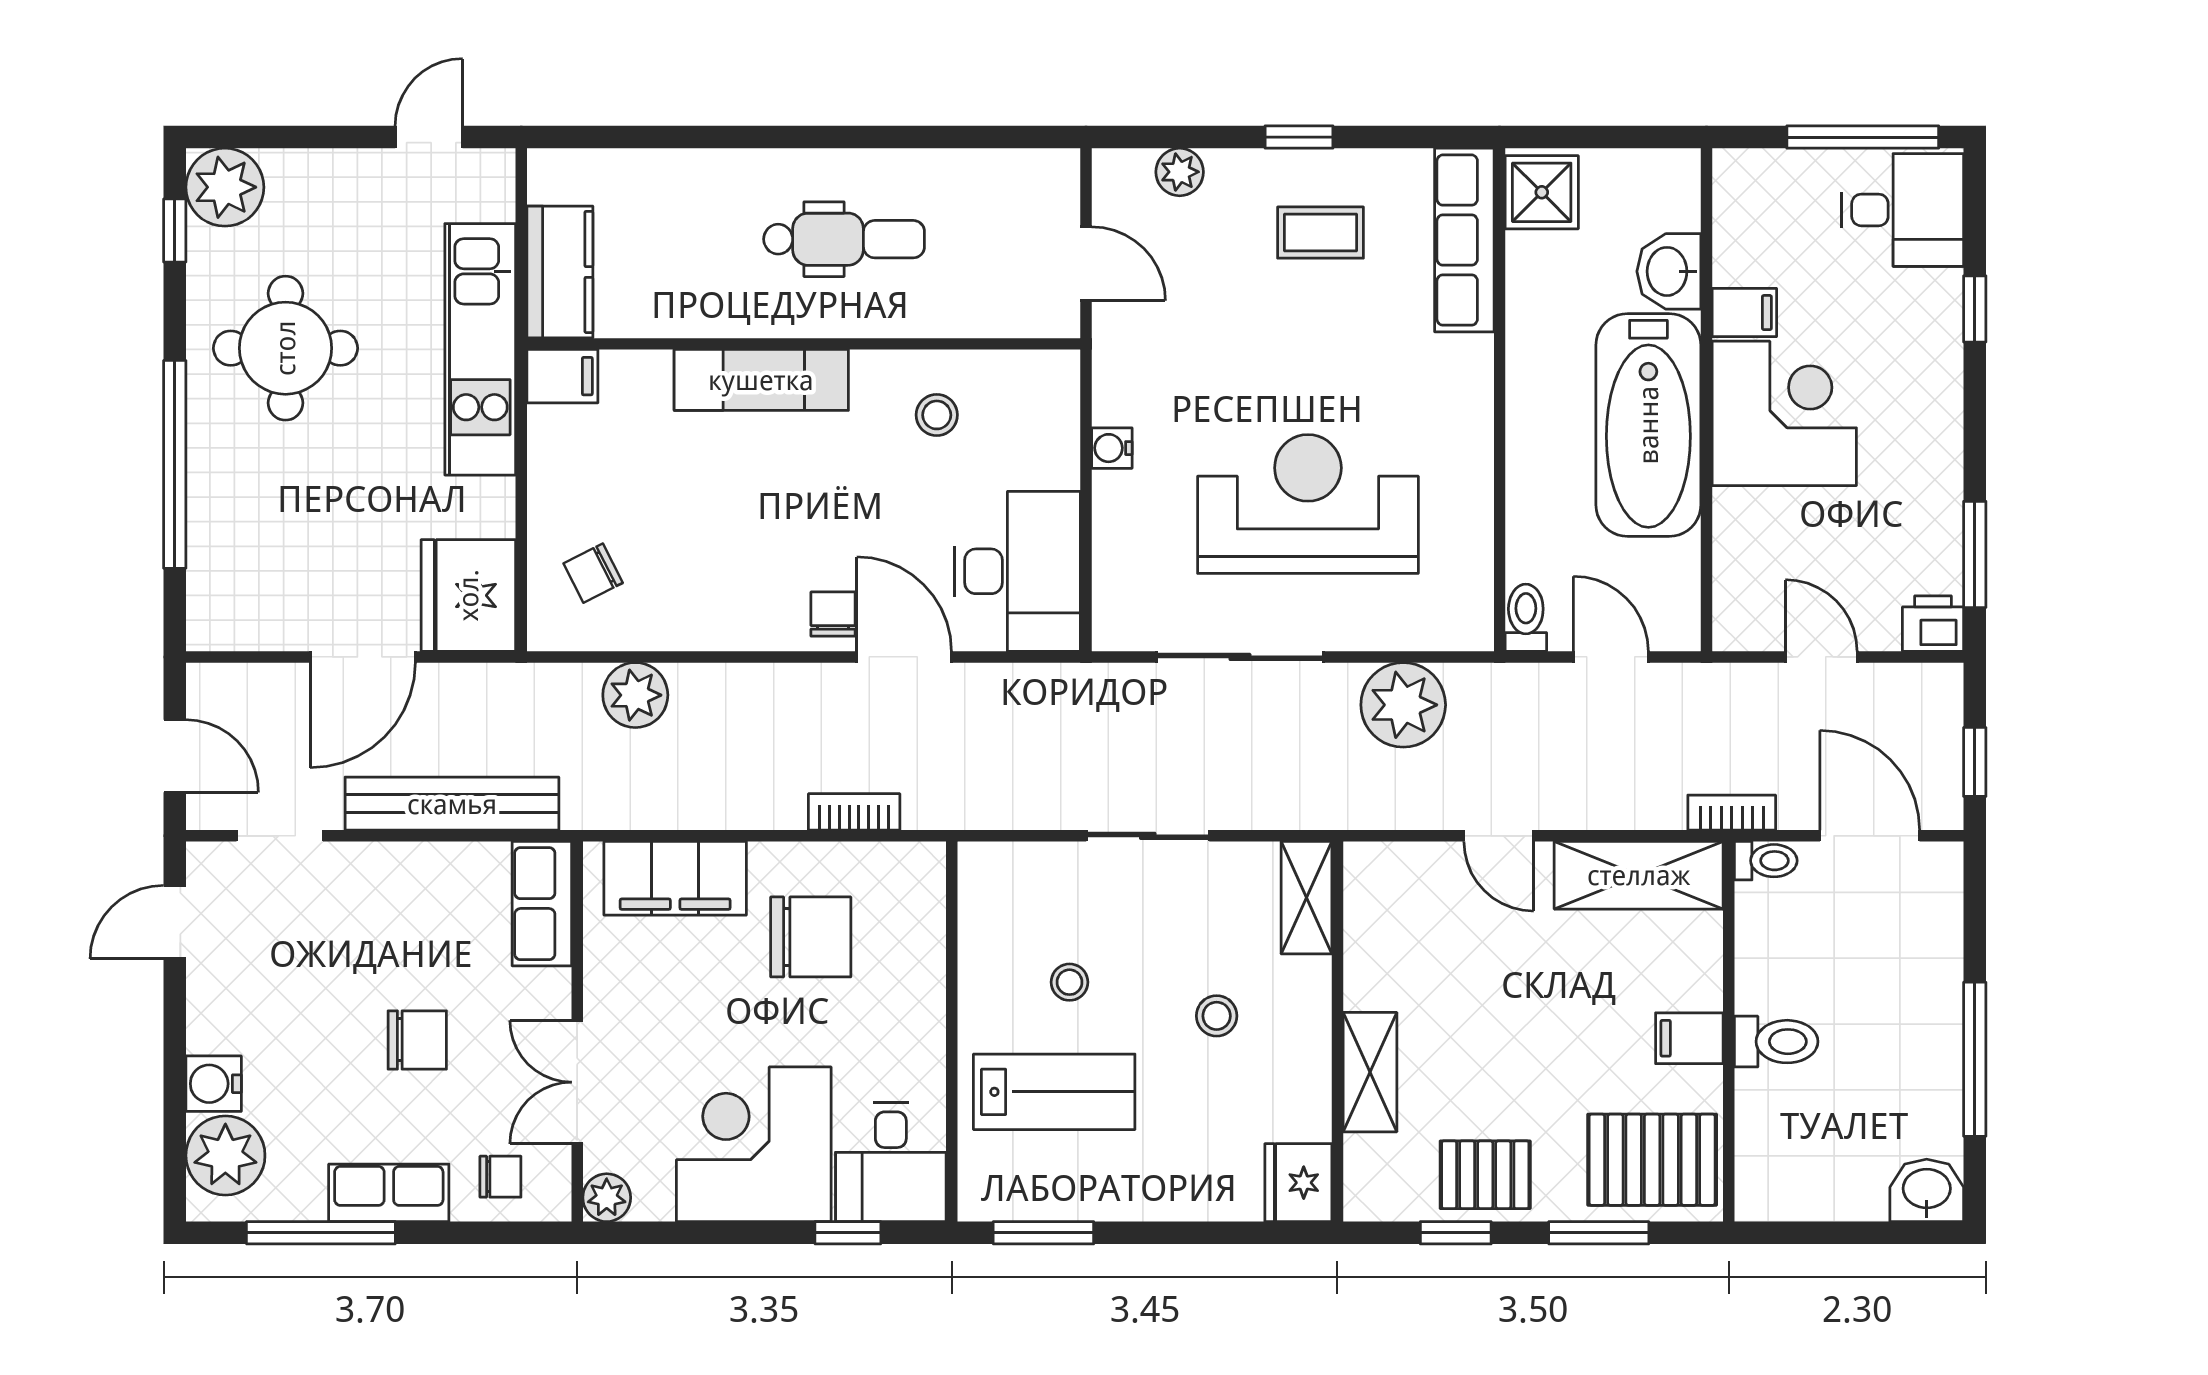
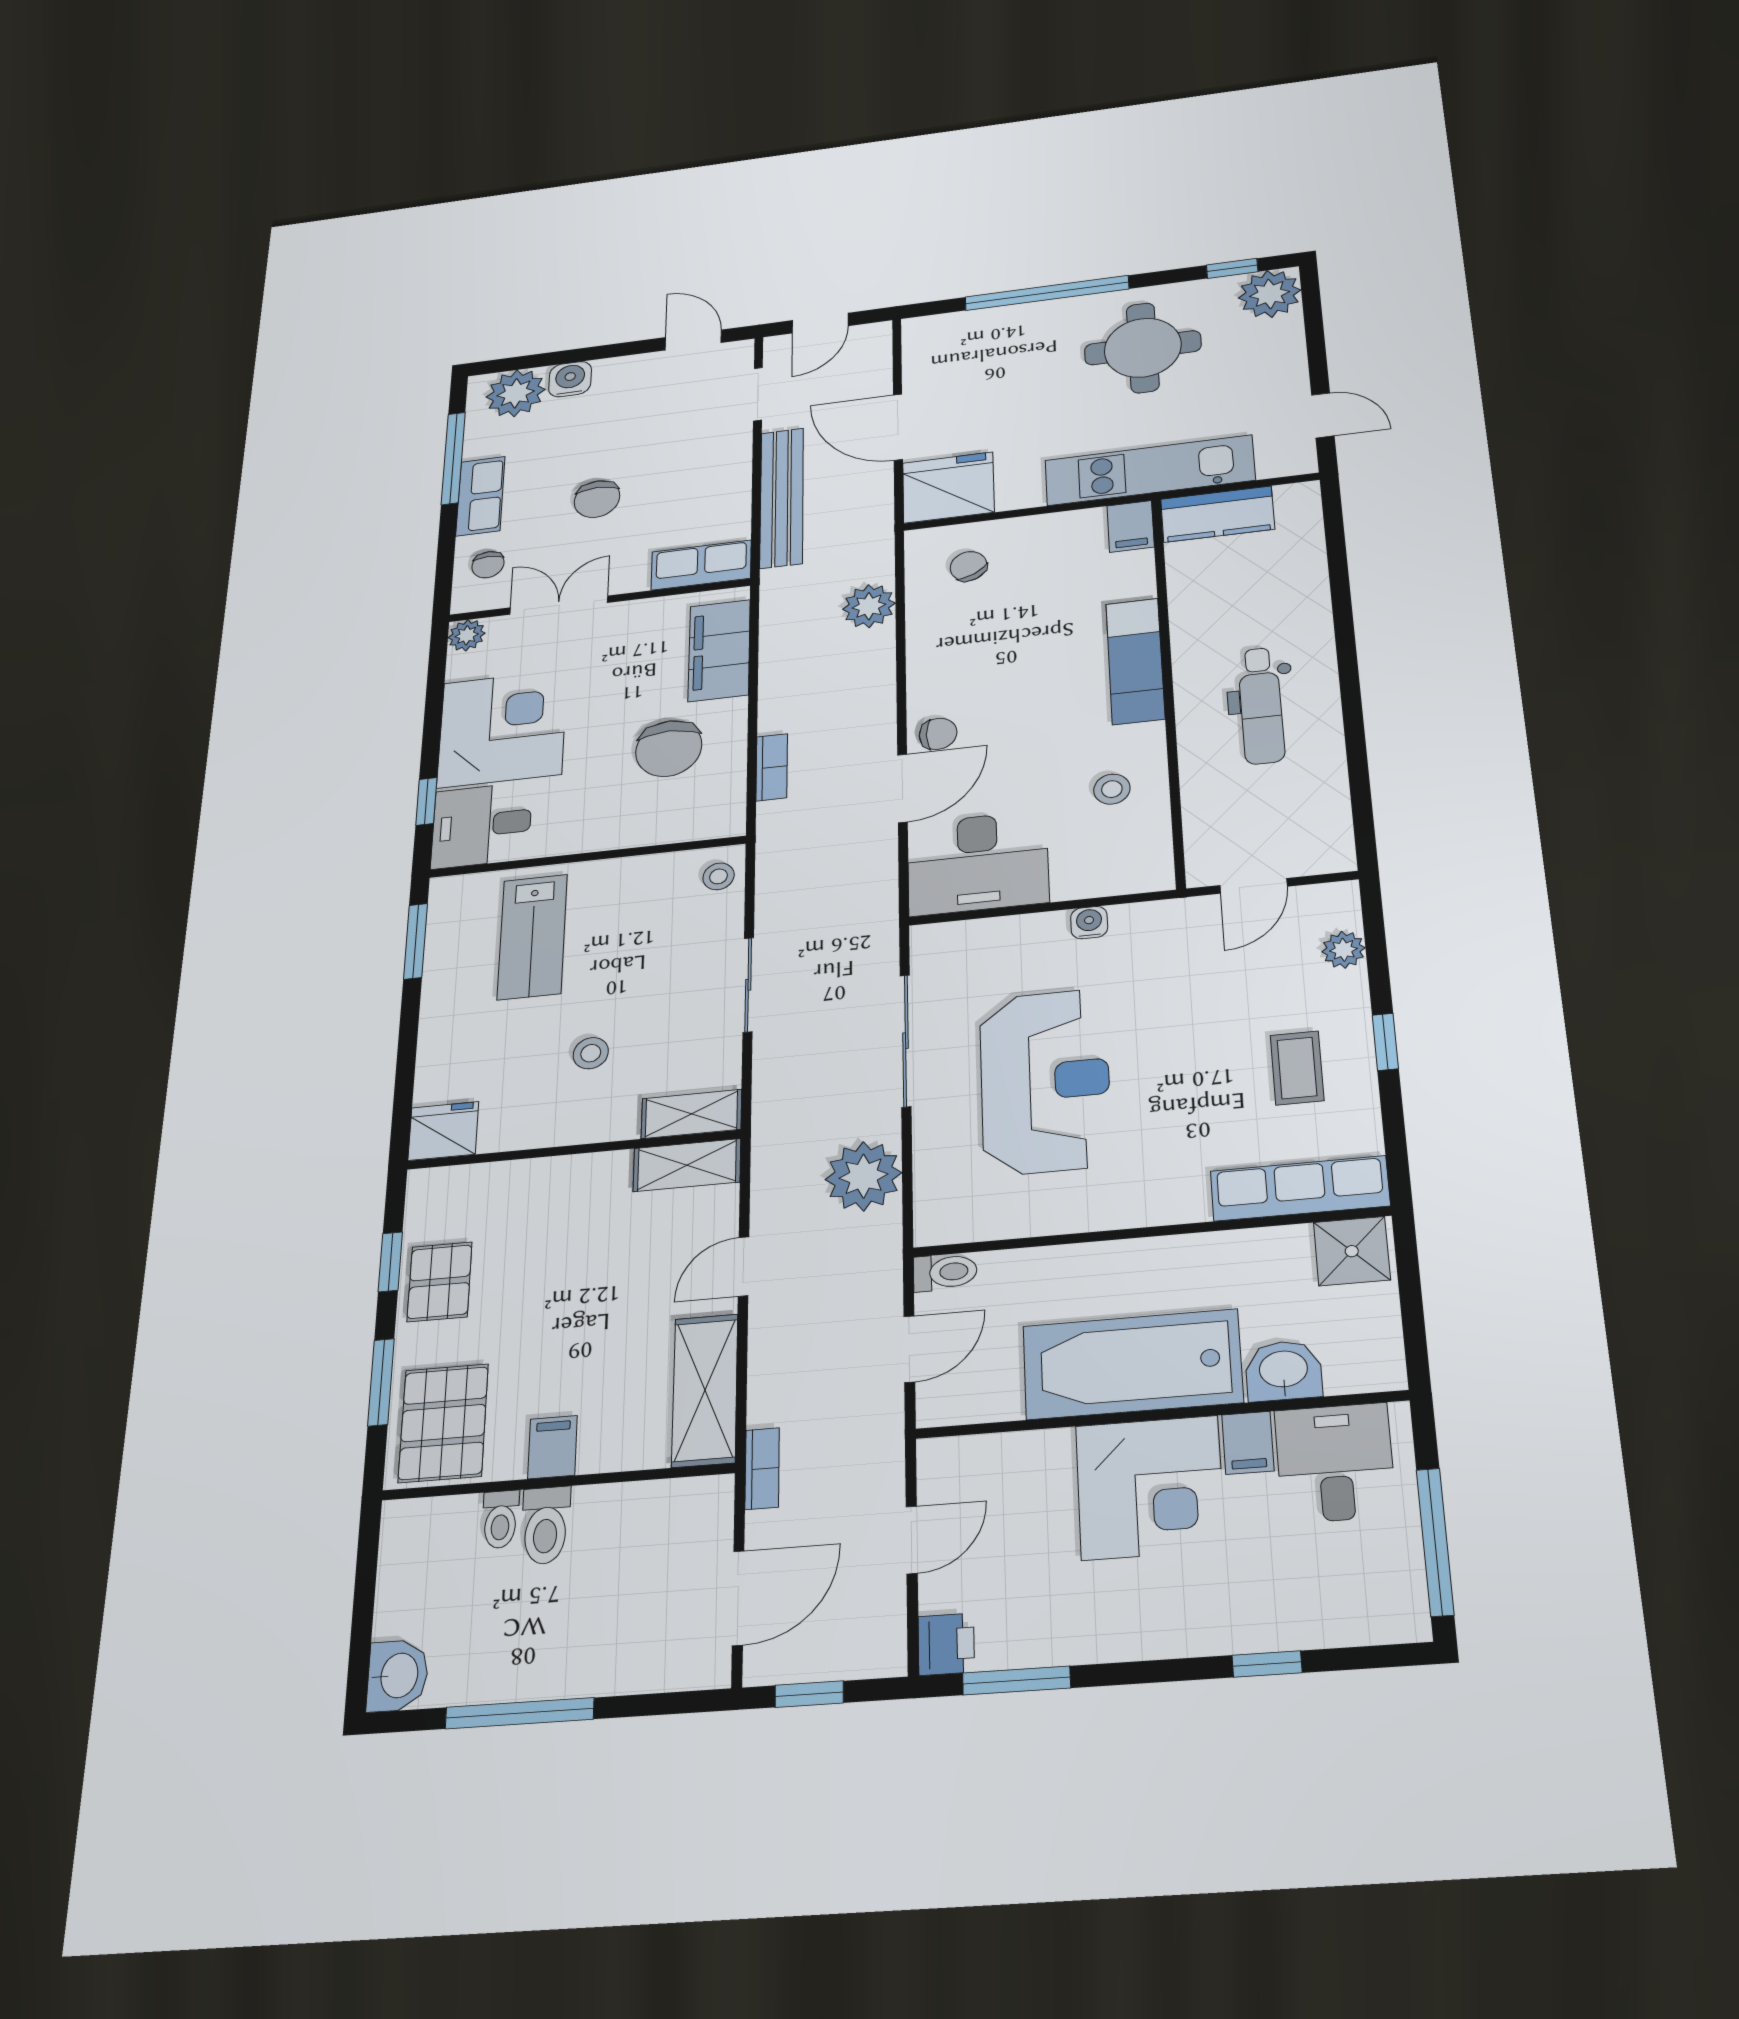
desk: (1903, 210) -> (1335, 1463), moved, turned 180
toilet: (1766, 861) -> (500, 1519), moved
stool: (1070, 982) -> (719, 876), moved
shelving: (1370, 1072) -> (687, 1165), moved

